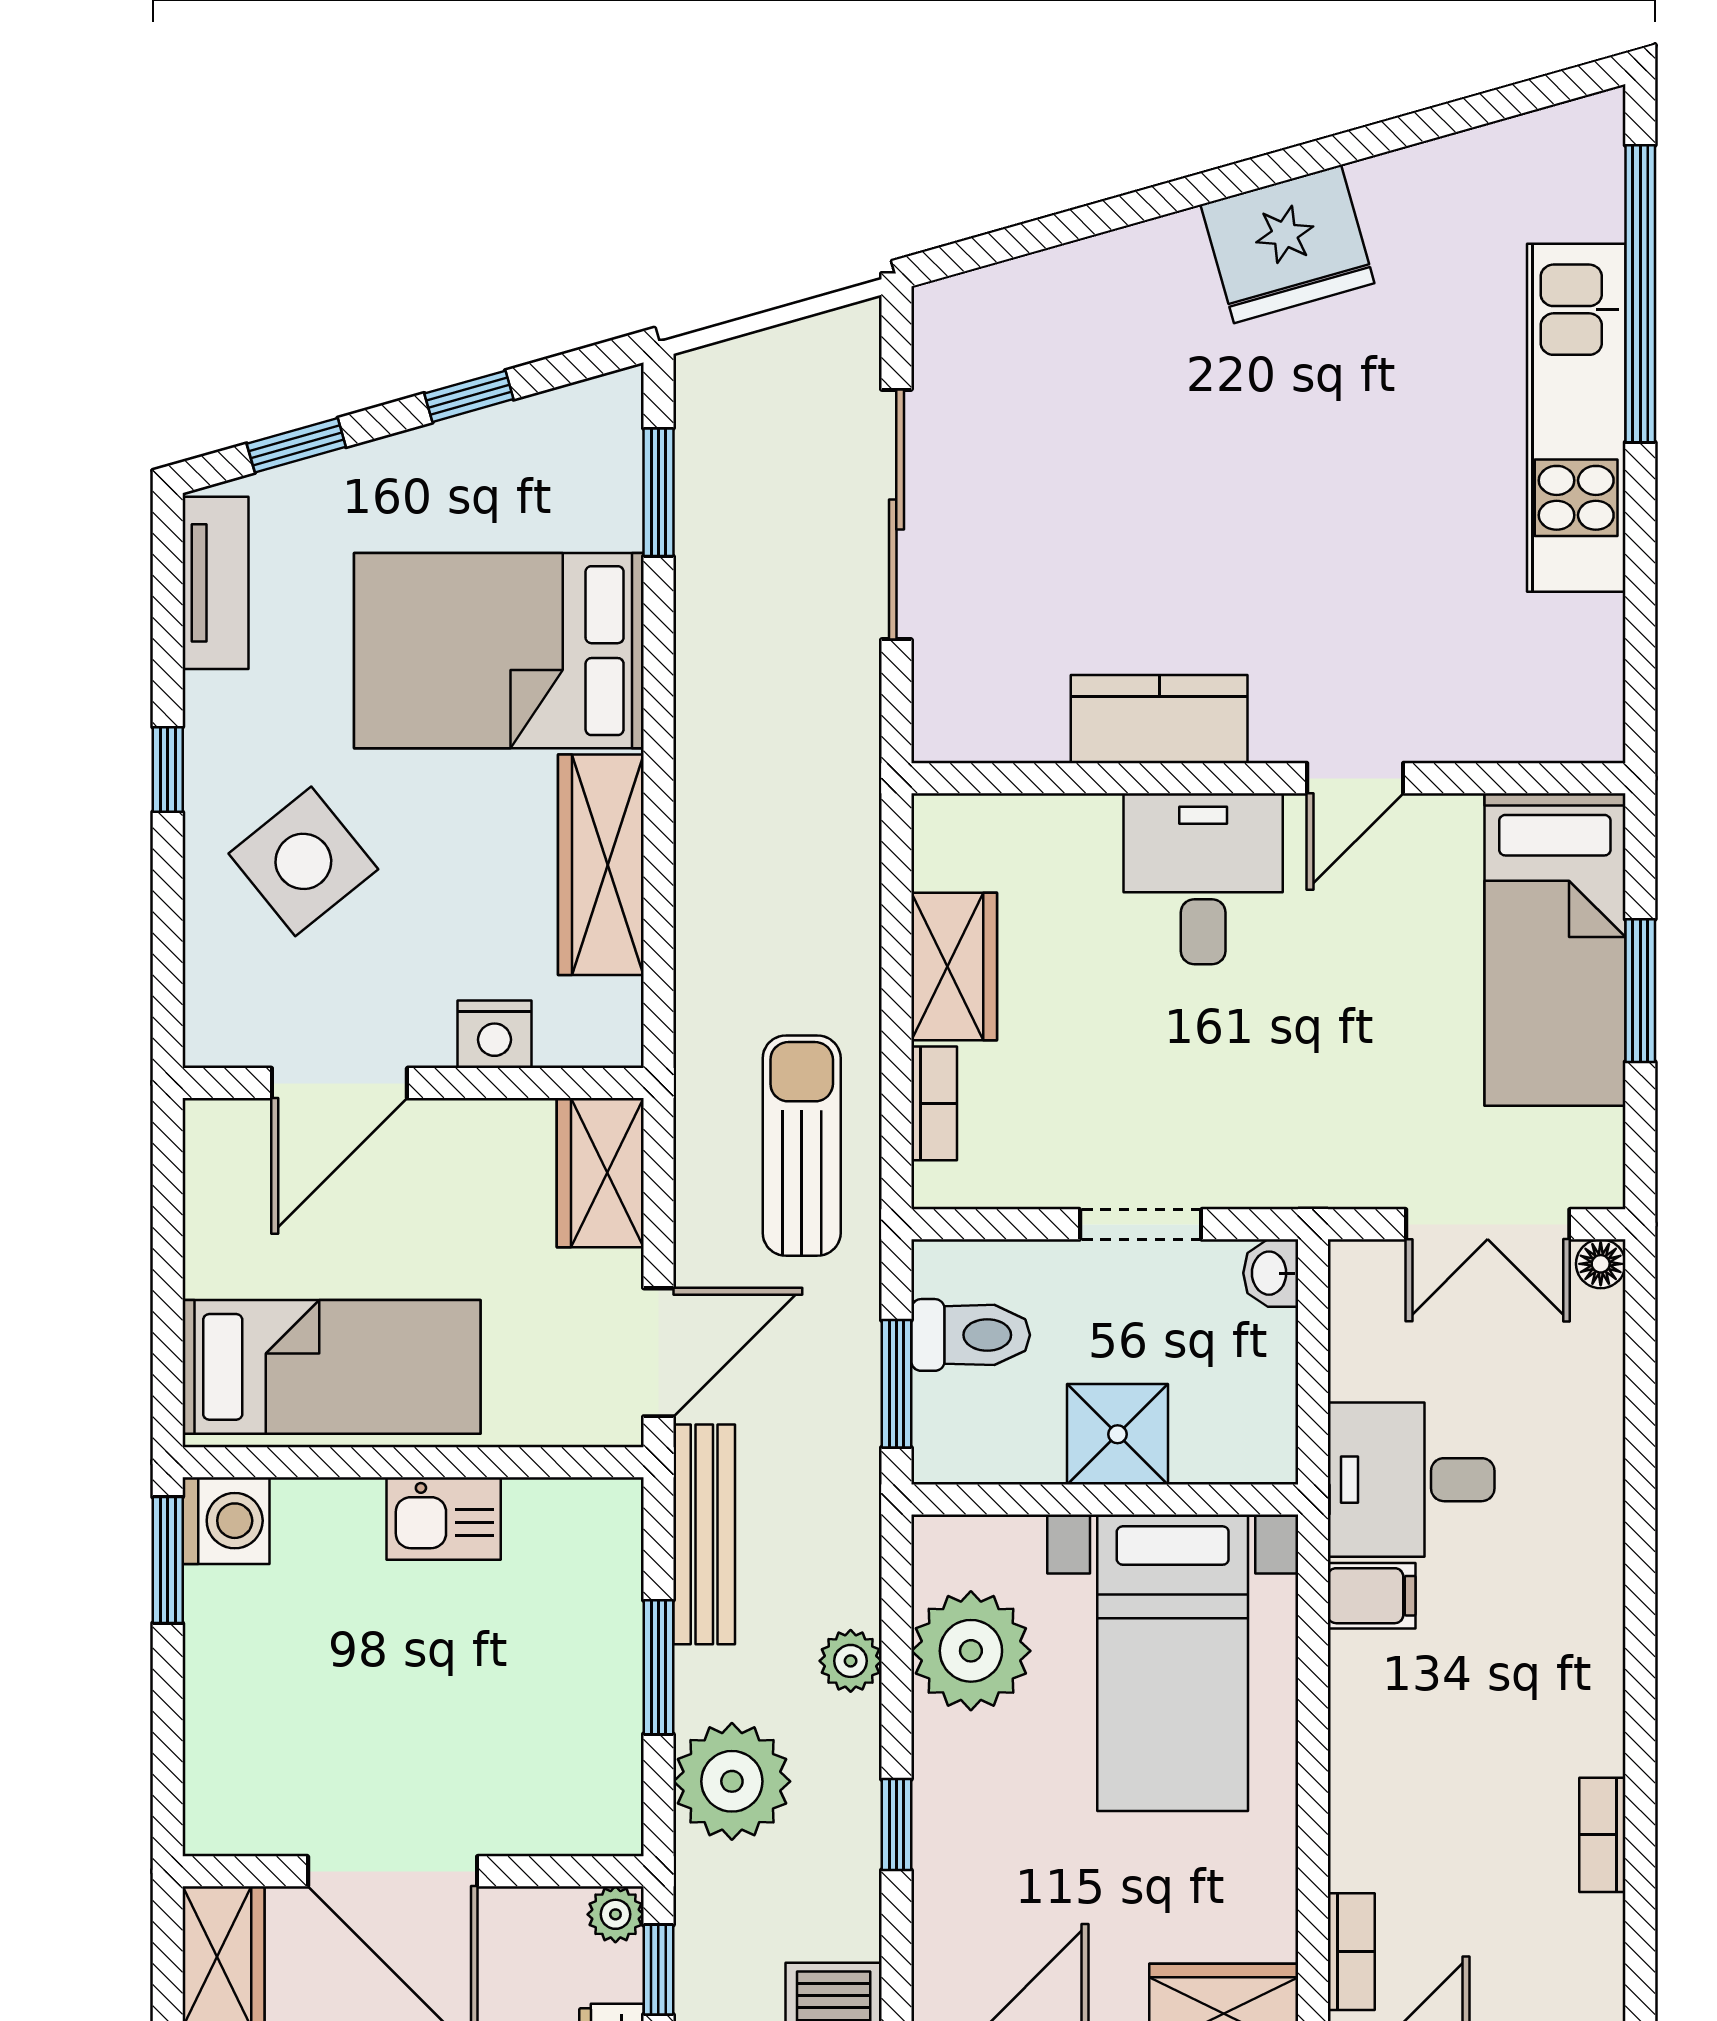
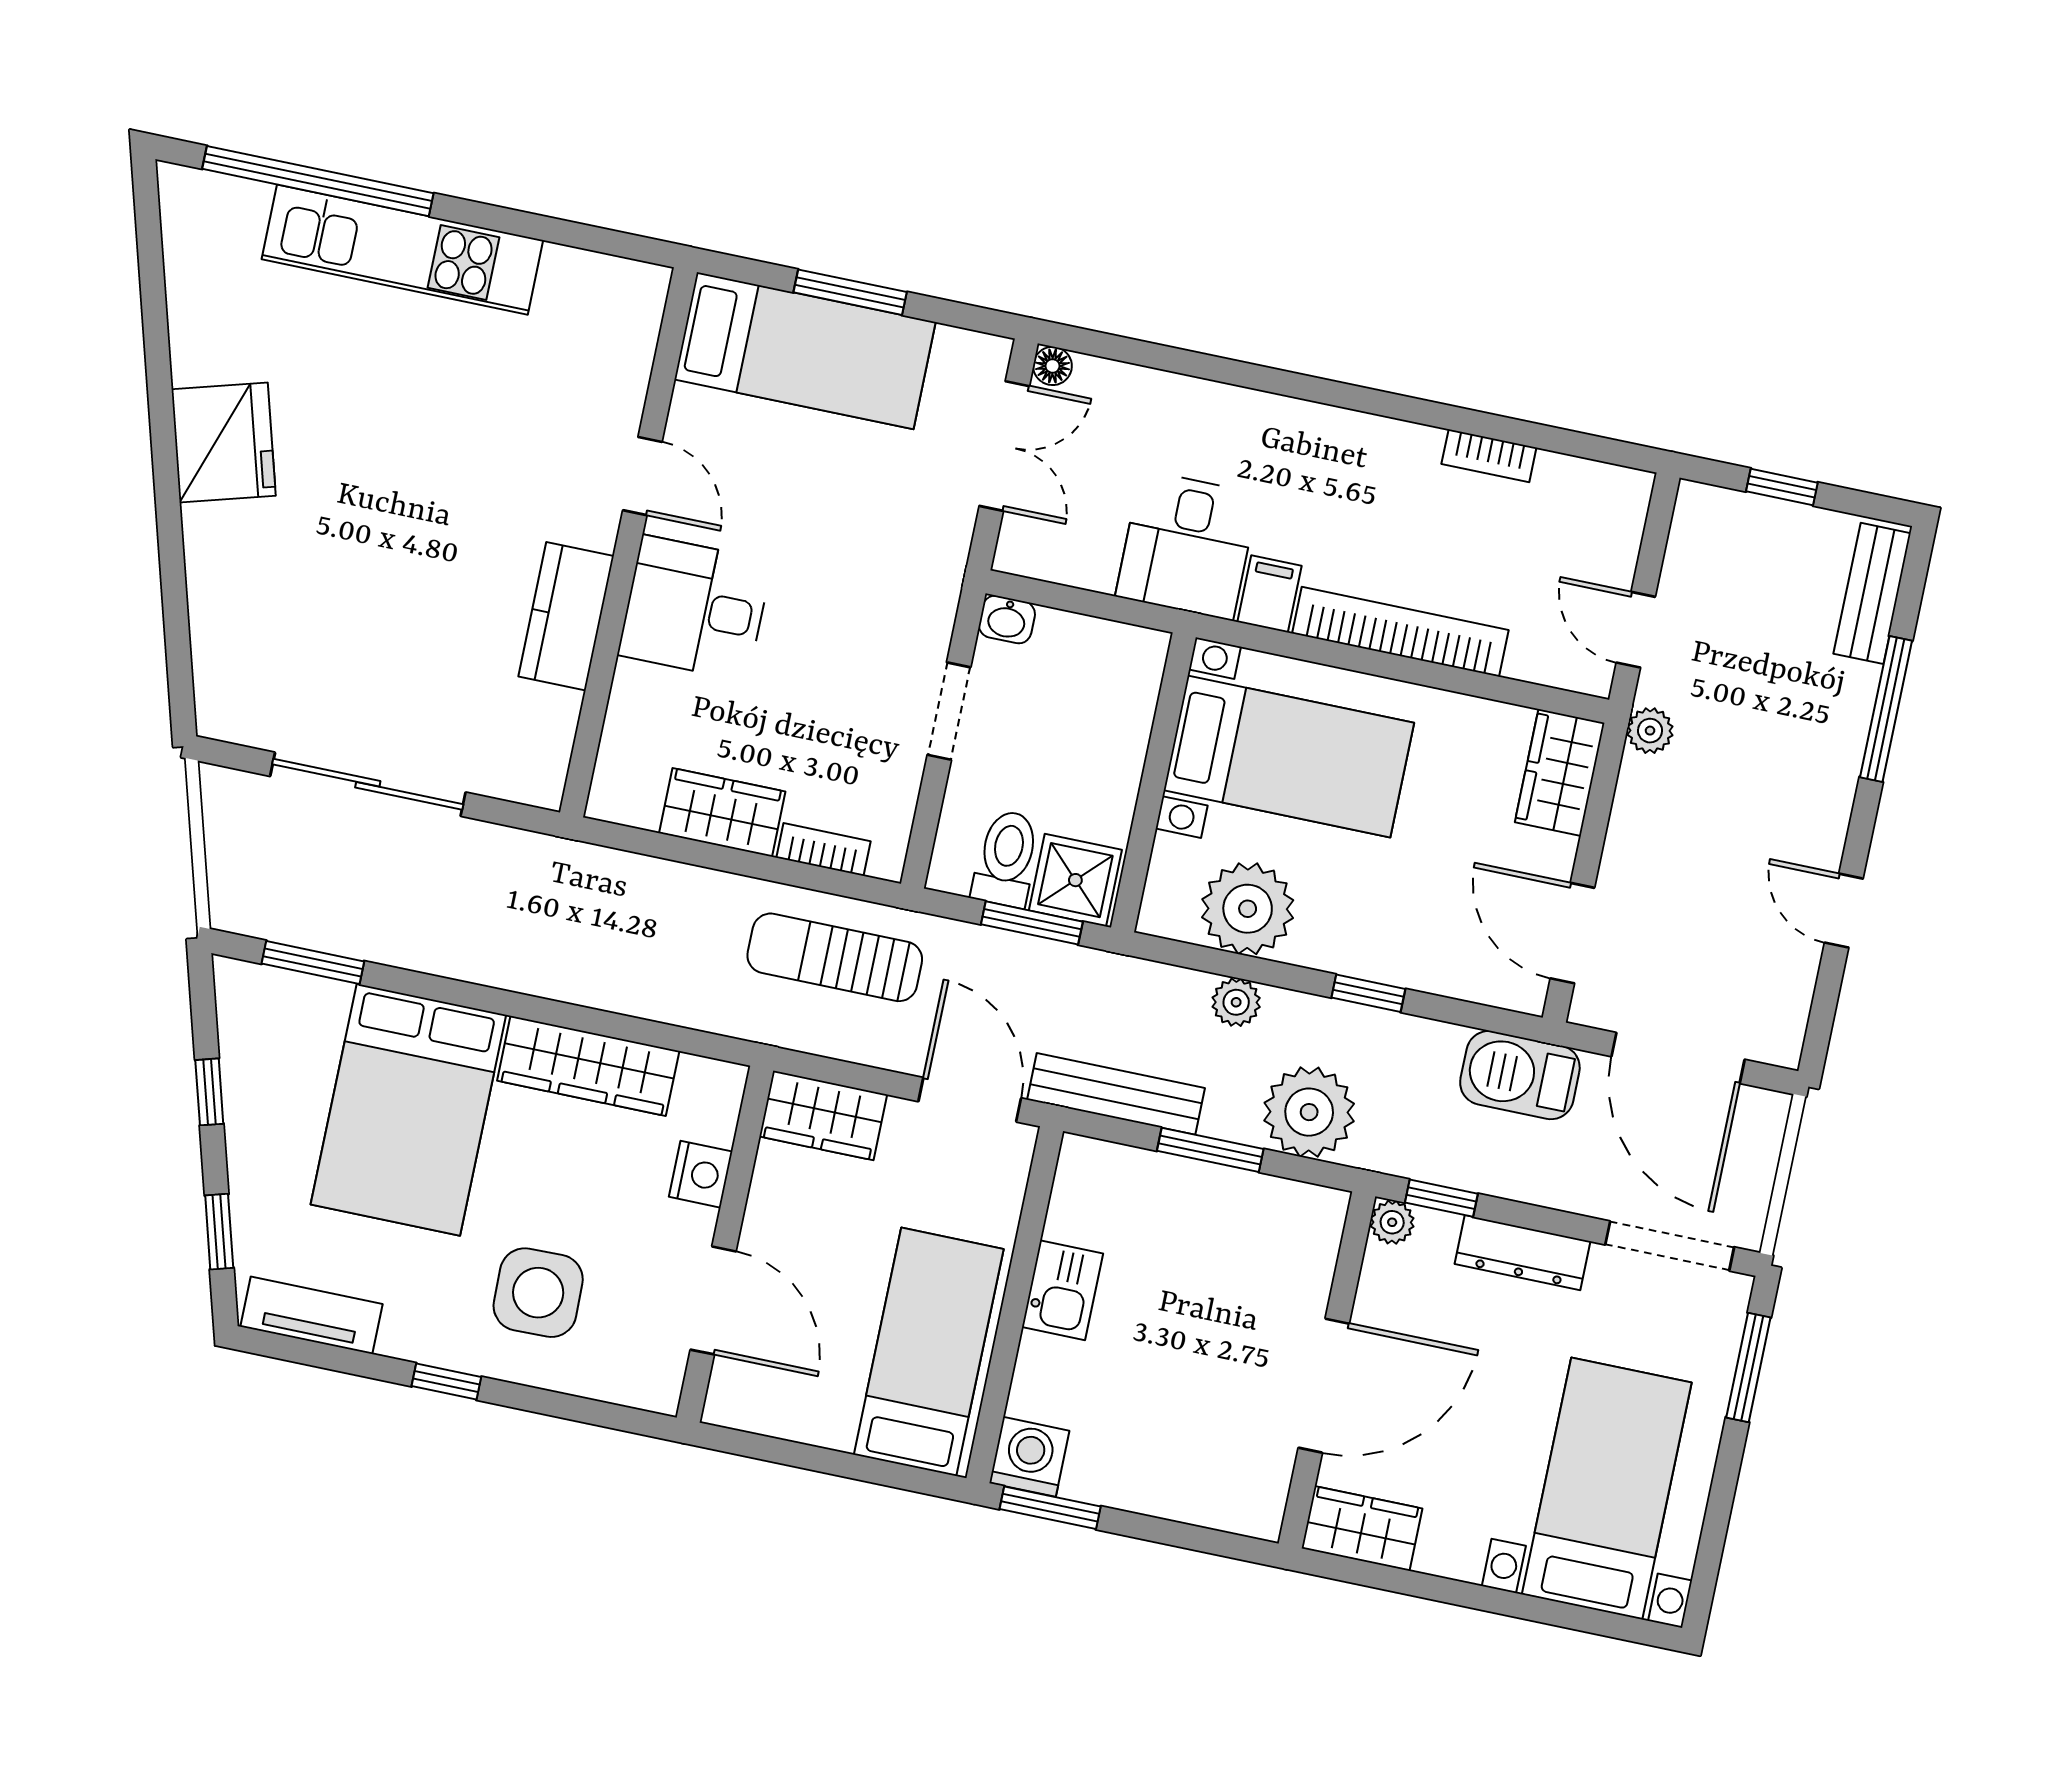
side table: (303, 861) -> (538, 1293), turned 38
shower: (1118, 1434) -> (1075, 880), moved
bookcase: (1351, 1952) -> (1400, 632), moved, width x2.31, depth x1.31

